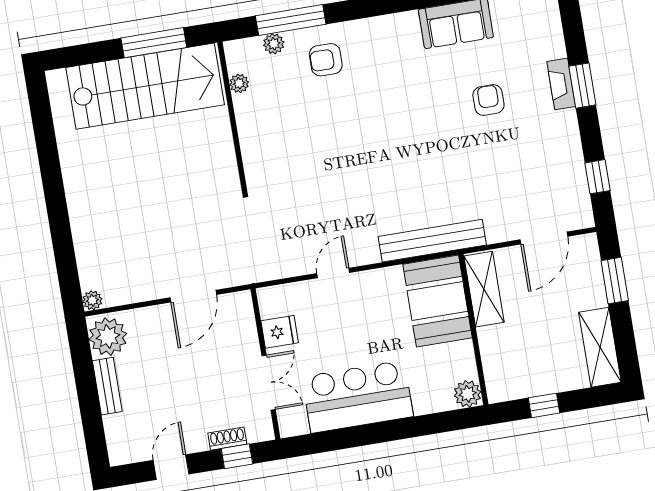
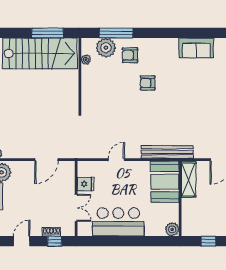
plant: (274, 44) -> (106, 48), width x1.88, depth x1.88
armchair: (488, 100) -> (148, 83), moved, turned -90

